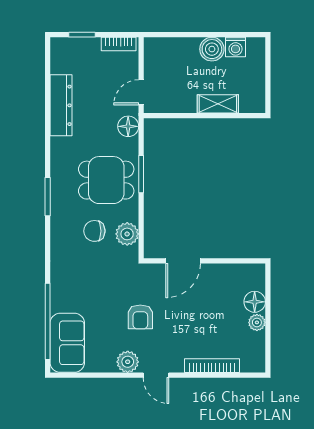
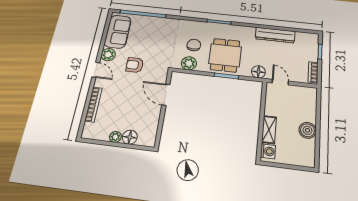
washing machine: (236, 47) -> (268, 151), moved, turned 180
sofa: (67, 343) -> (118, 32), moved, turned -90
door: (156, 375) -> (96, 70), swing flipped

